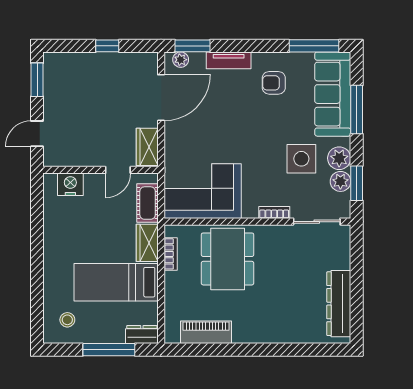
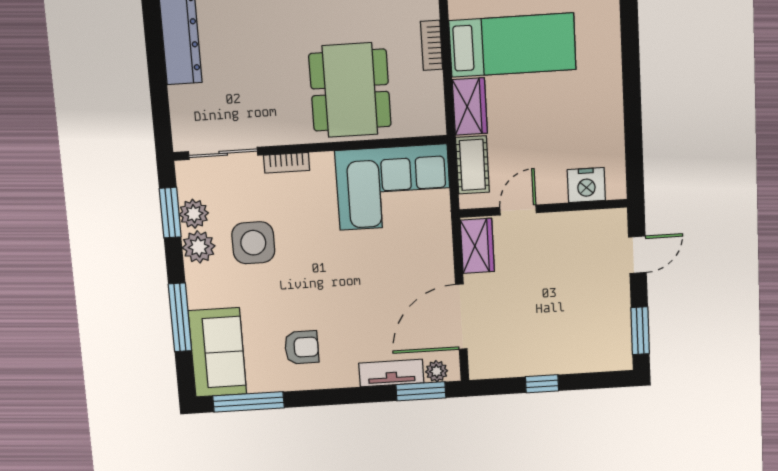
tv unit: (229, 60) -> (391, 373), moved
sofa: (333, 94) -> (217, 352), width x0.73
bookcase: (171, 254) -> (432, 45), moved

